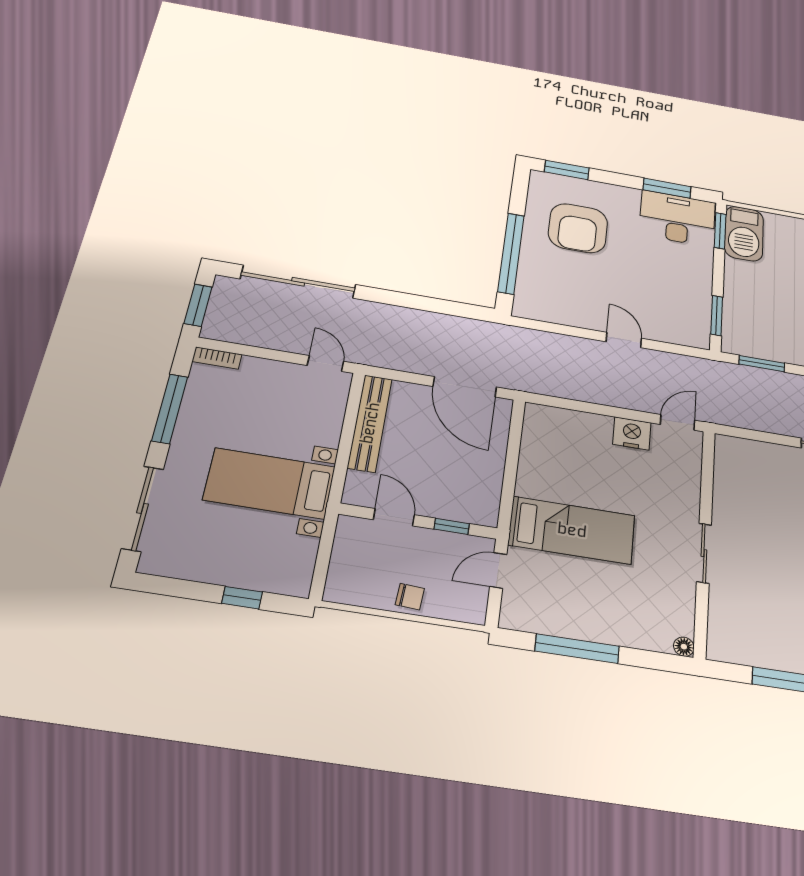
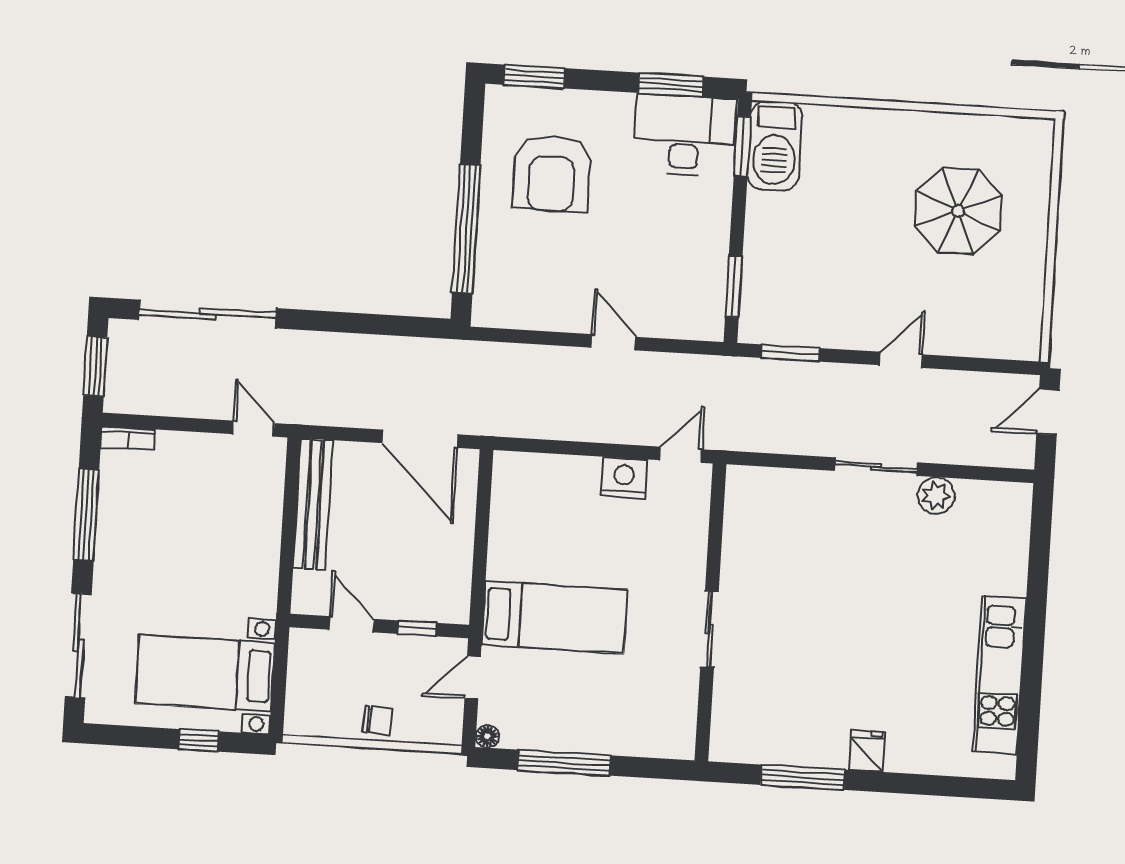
bed with nightstands: (270, 483) -> (205, 673), moved
floor lamp: (684, 647) -> (487, 736), moved

